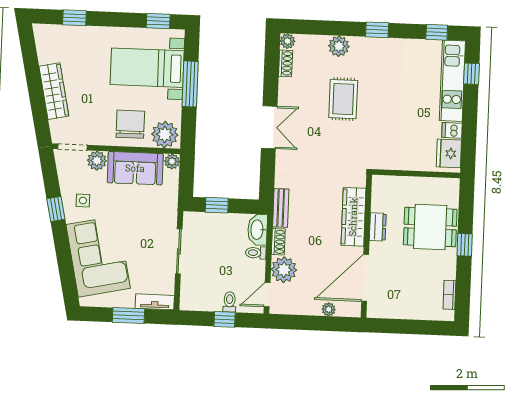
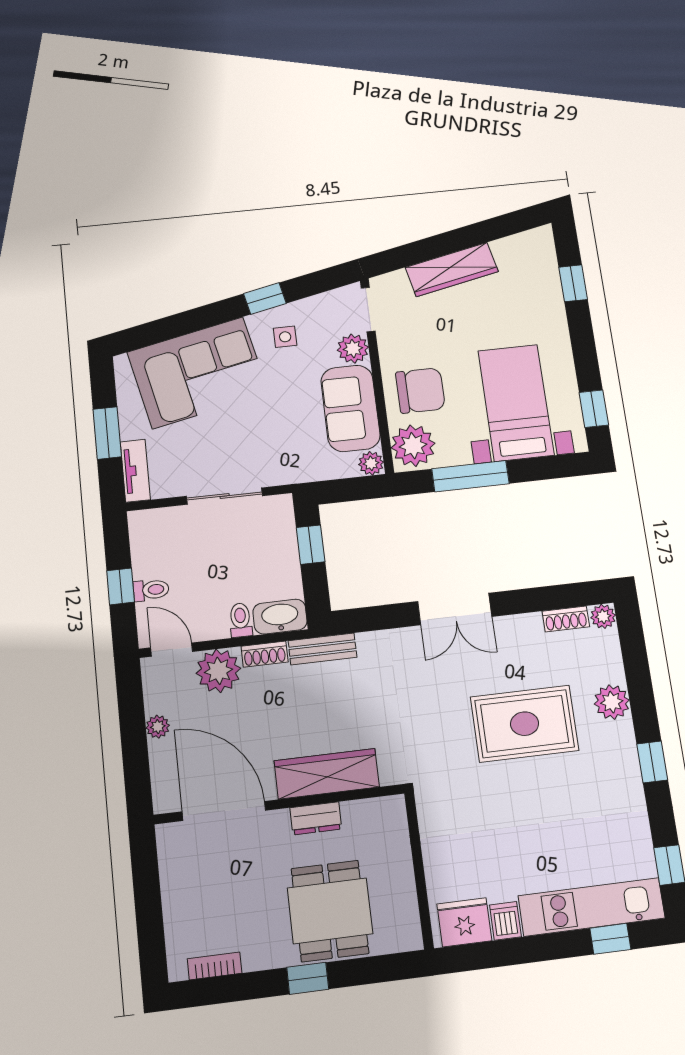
window: (190, 84) -> (470, 476), moved
rug: (343, 99) -> (525, 724), width x1.36, depth x1.43
plant: (329, 309) -> (158, 727), moved

